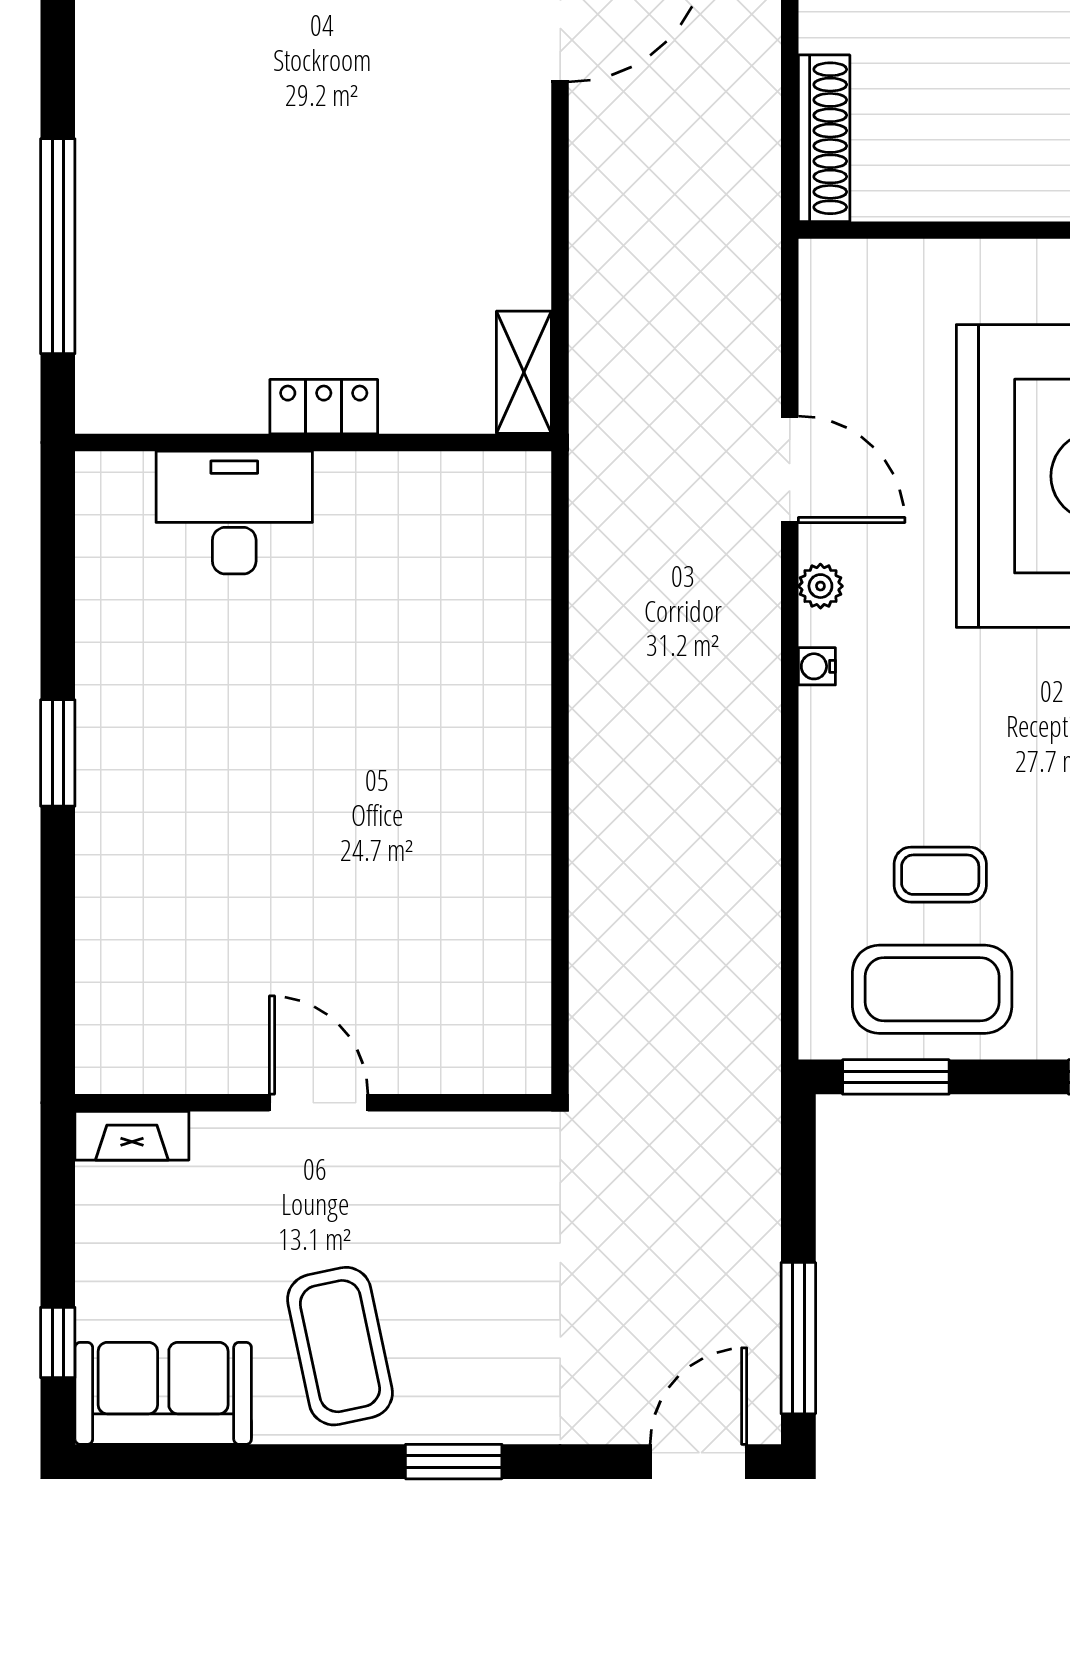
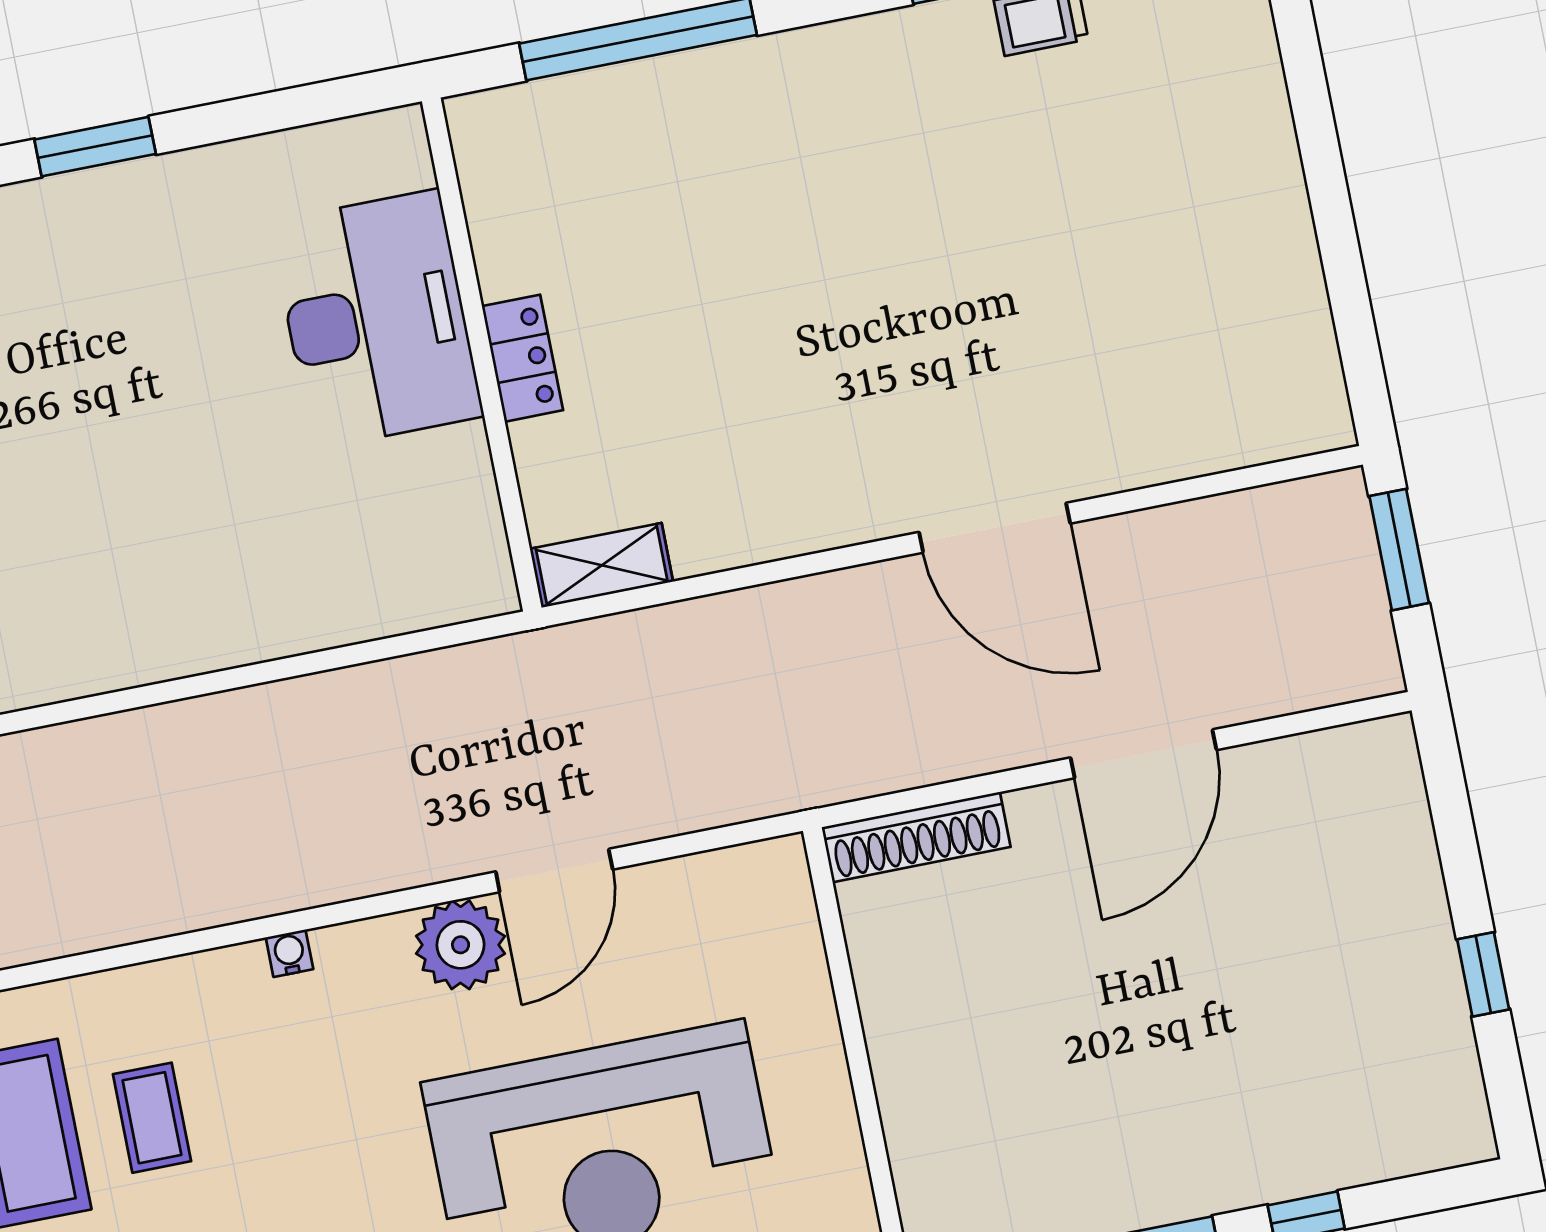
desk: (234, 513) -> (376, 319), width x1.36, depth x1.30
plant: (820, 586) -> (461, 945), width x1.88, depth x1.88
water cooler: (817, 666) -> (289, 953), moved

